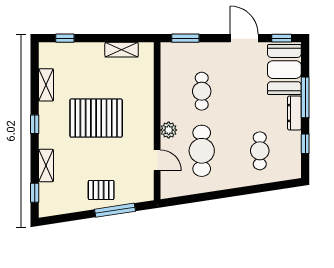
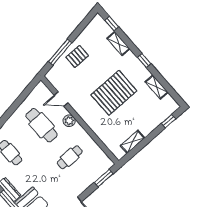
cafe table: (202, 91) -> (70, 157), turned 90

